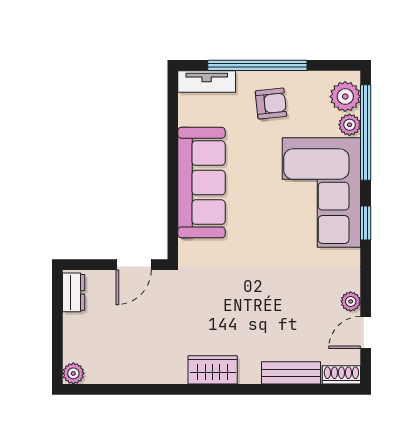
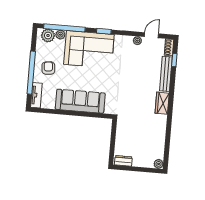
door: (134, 265) -> (113, 134), removed
door: (366, 332) -> (151, 35), swing flipped
bench: (291, 373) -> (166, 74), width x1.36
window: (313, 389) -> (174, 60), added

